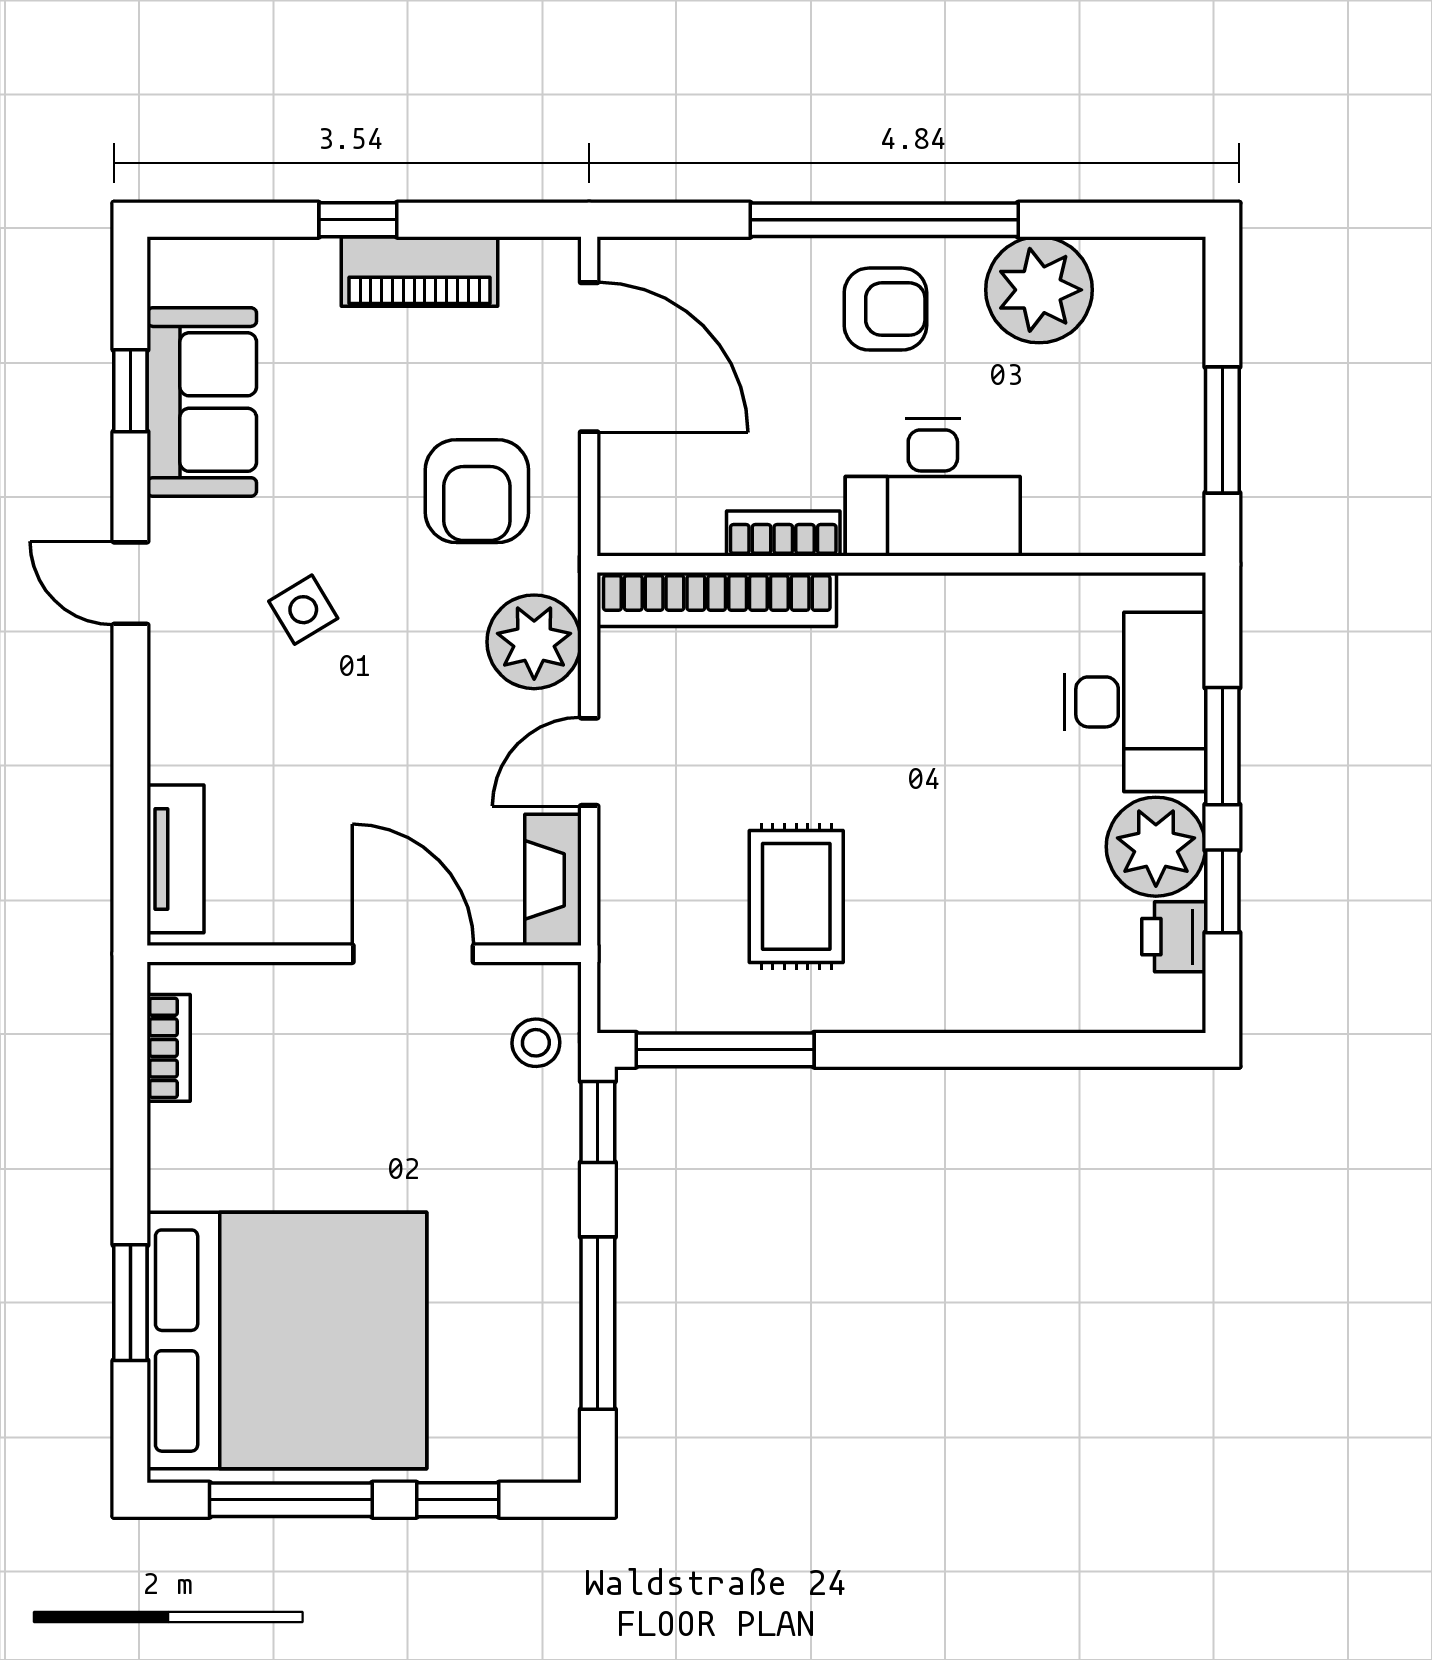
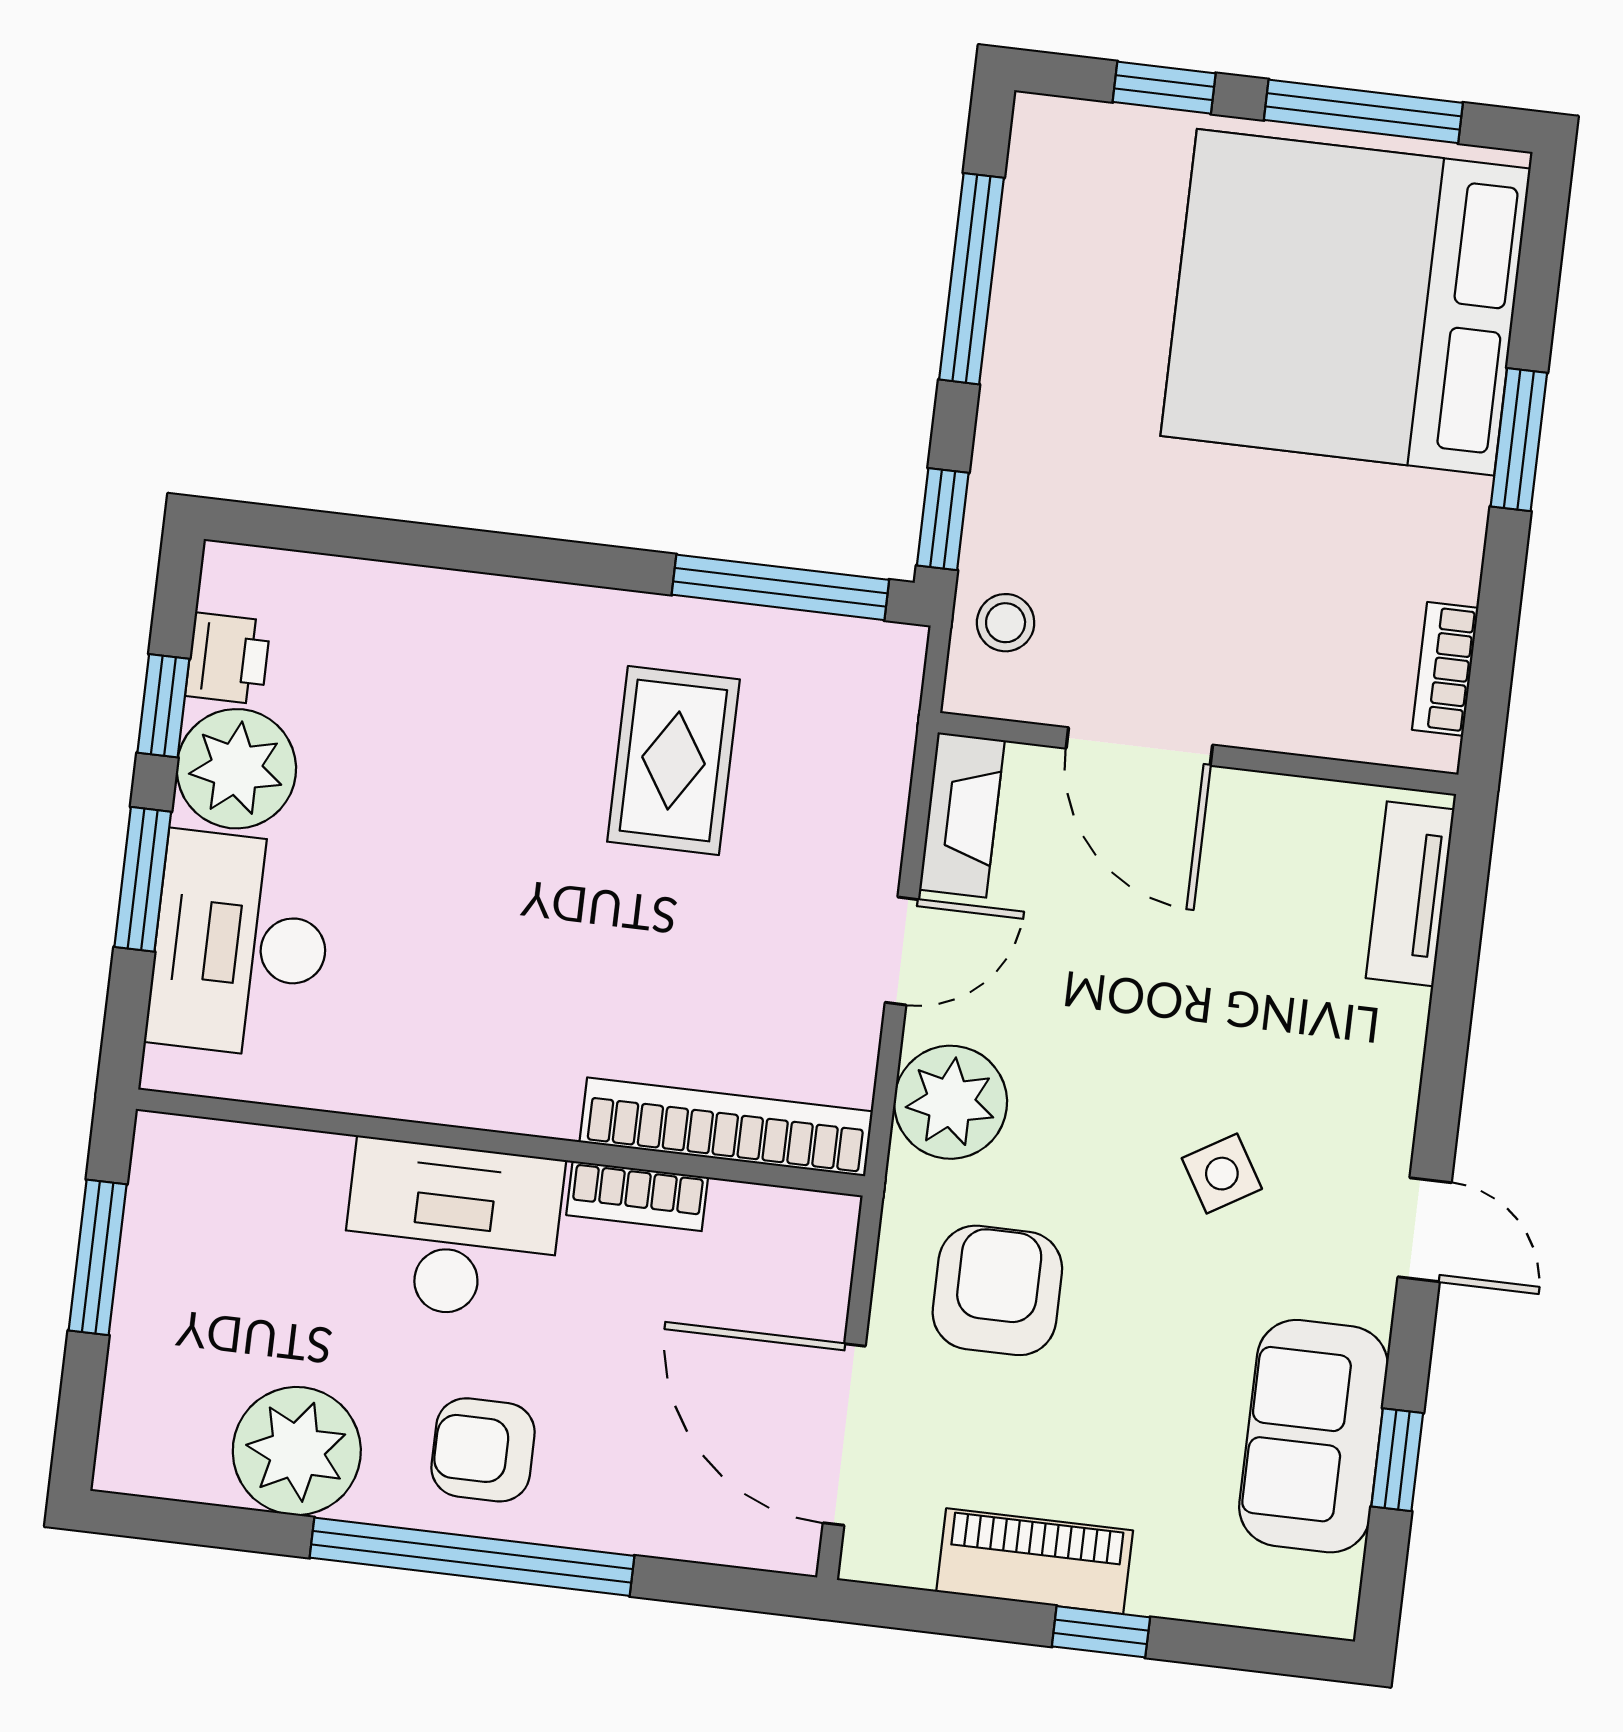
window: (130, 1303) -> (1519, 440), moved

